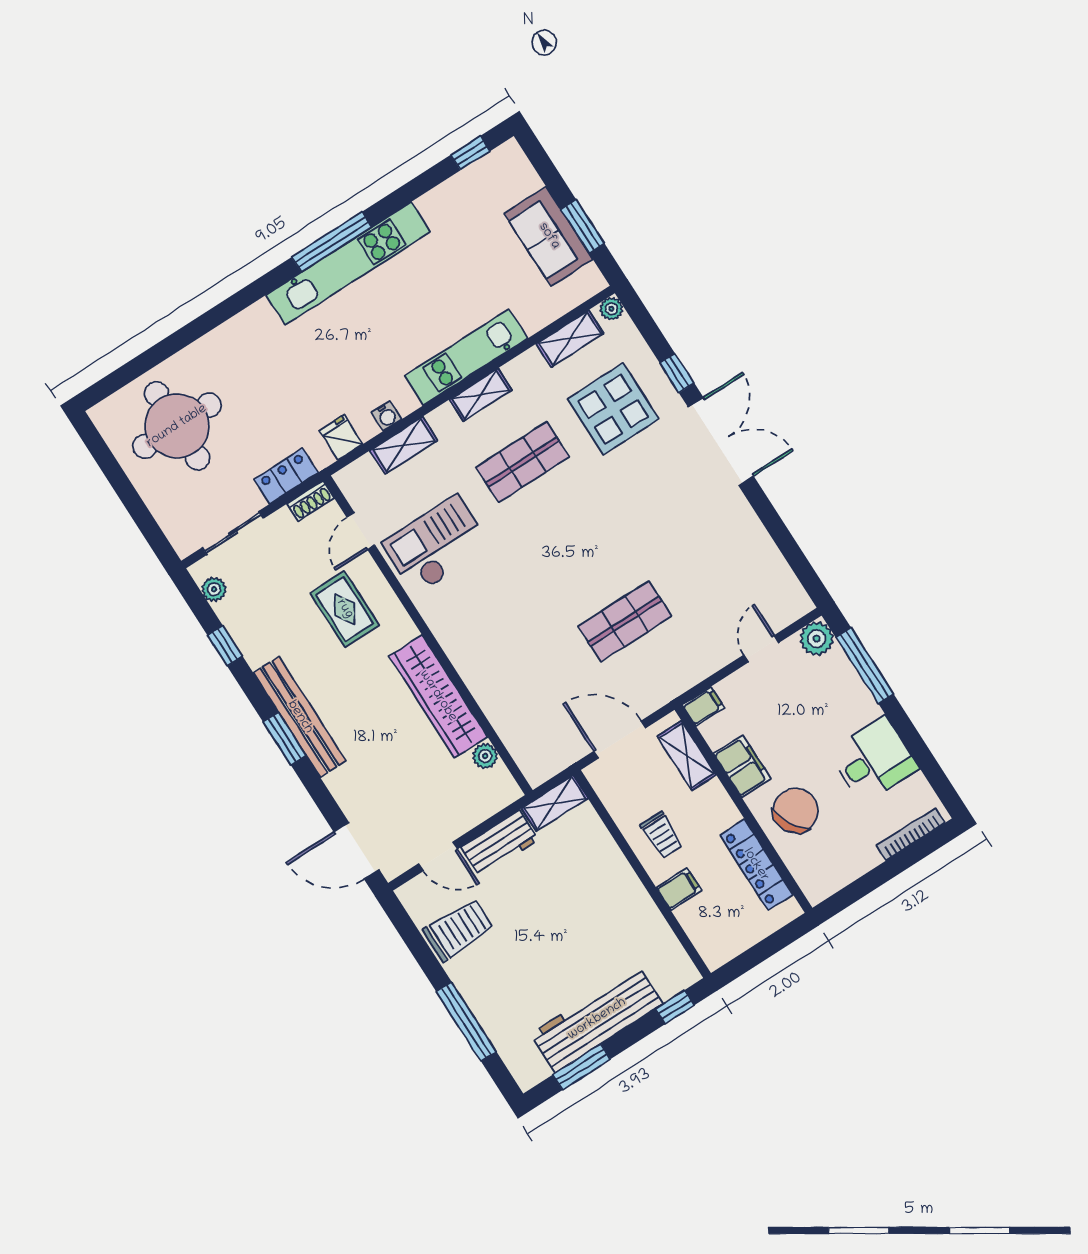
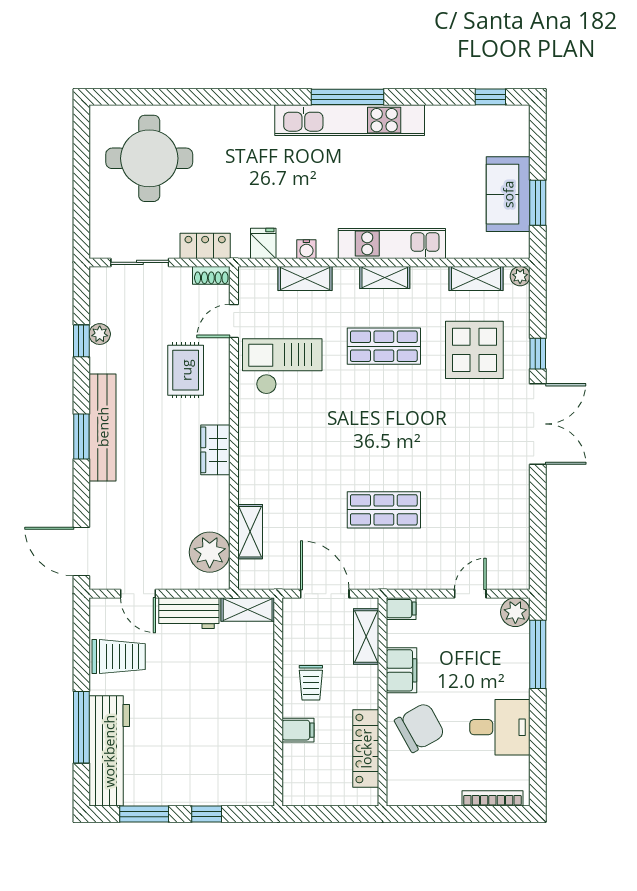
plant: (214, 589) -> (100, 334), moved
wardrobe: (438, 696) -> (215, 450), width x0.48, depth x0.85
shelving: (508, 726) -> (250, 532), added
plant: (485, 756) -> (210, 552), width x1.88, depth x1.88
window: (675, 1007) -> (207, 814), moved
workbench: (597, 1019) -> (109, 751), moved, turned 90

